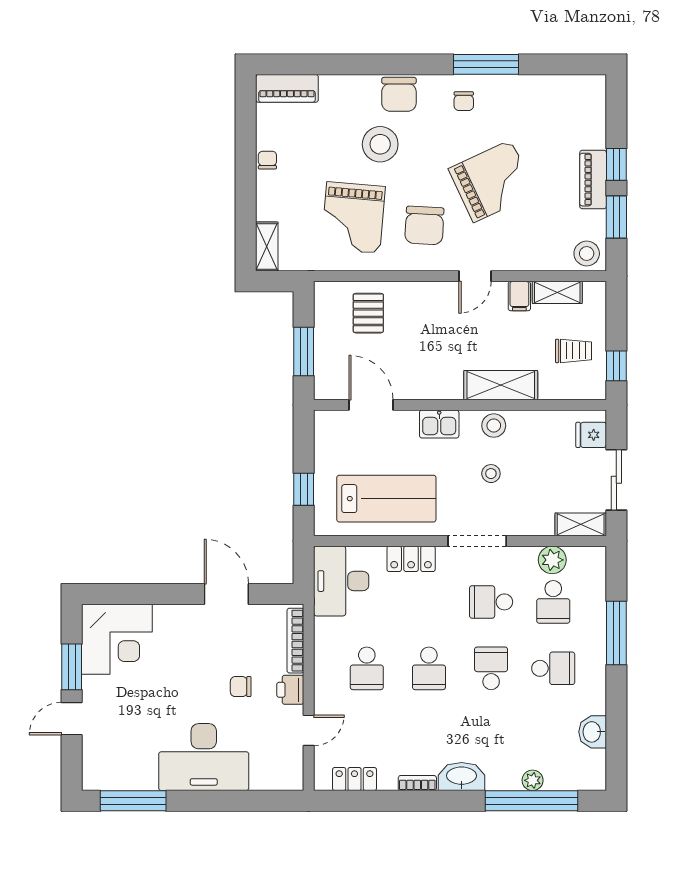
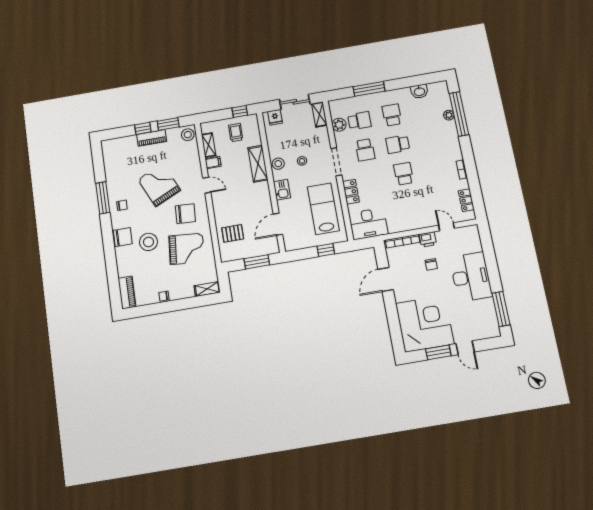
corner desk: (117, 639) -> (425, 324), width x1.36, depth x1.36
school desk: (367, 668) -> (410, 204), removed
school desk: (429, 668) -> (404, 174), turned -90
washbasin: (462, 776) -> (454, 149), removed

